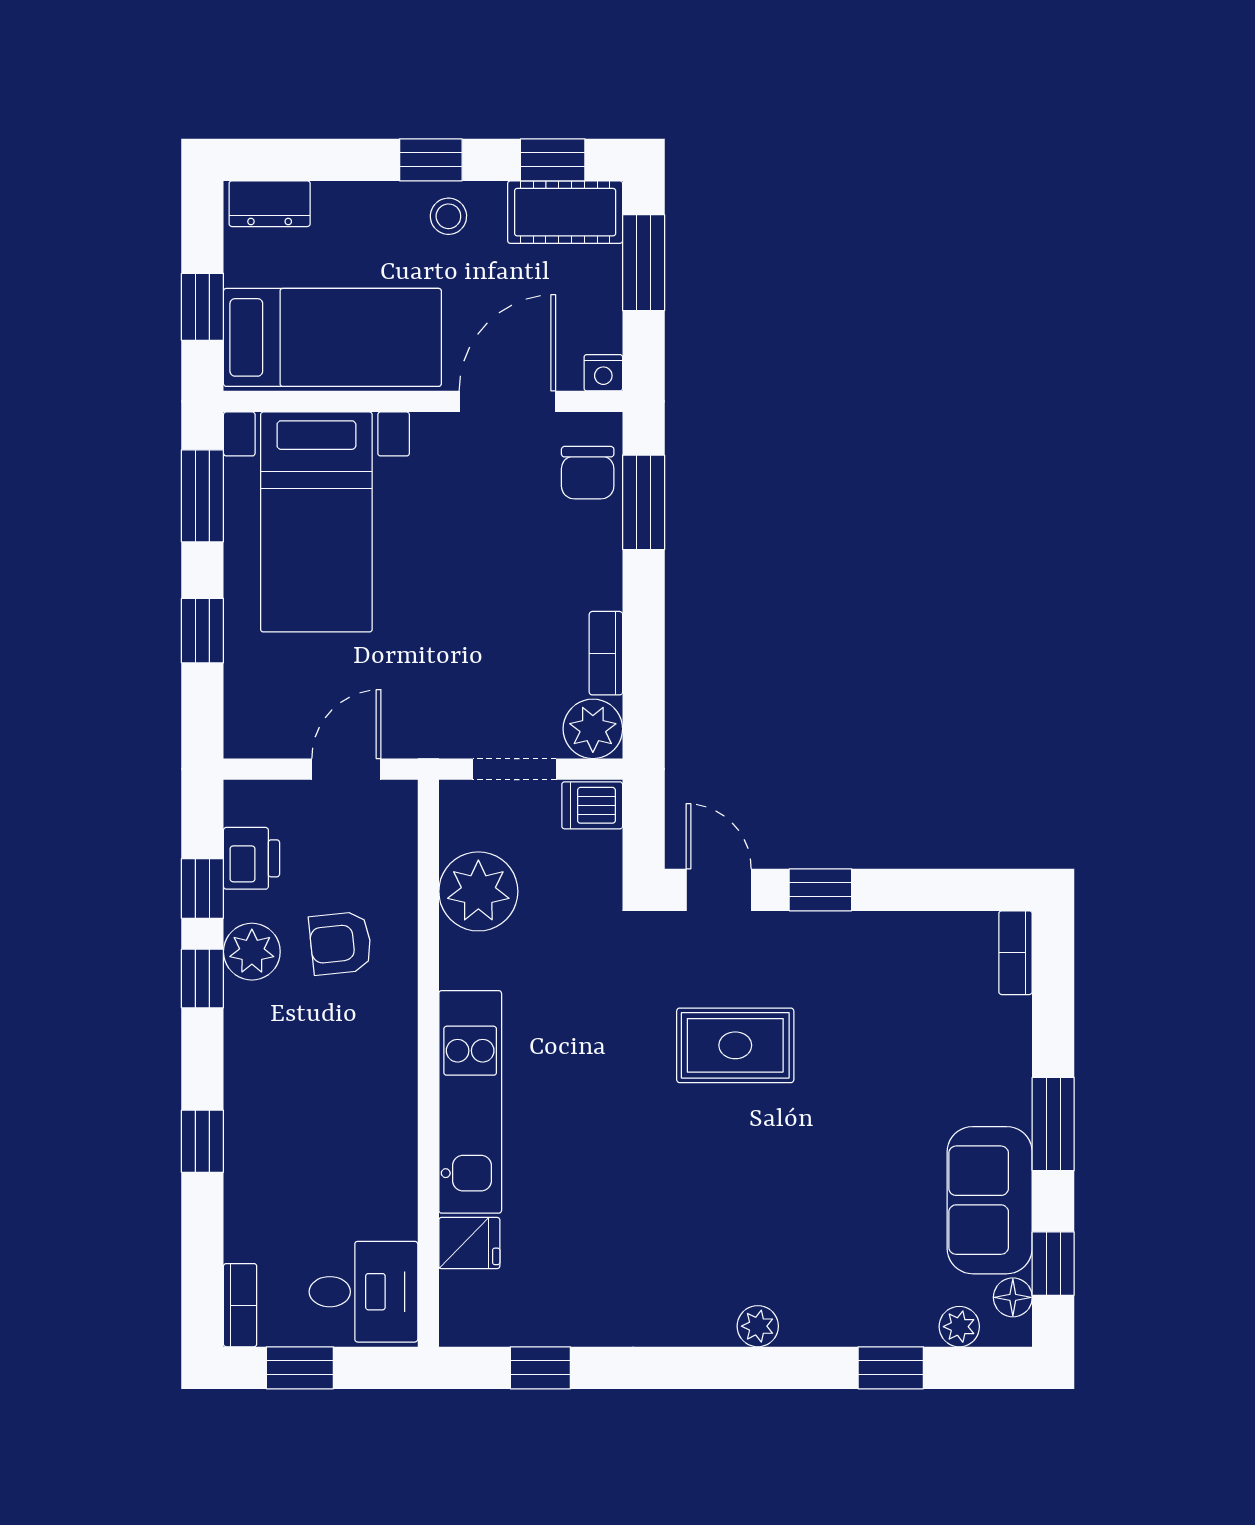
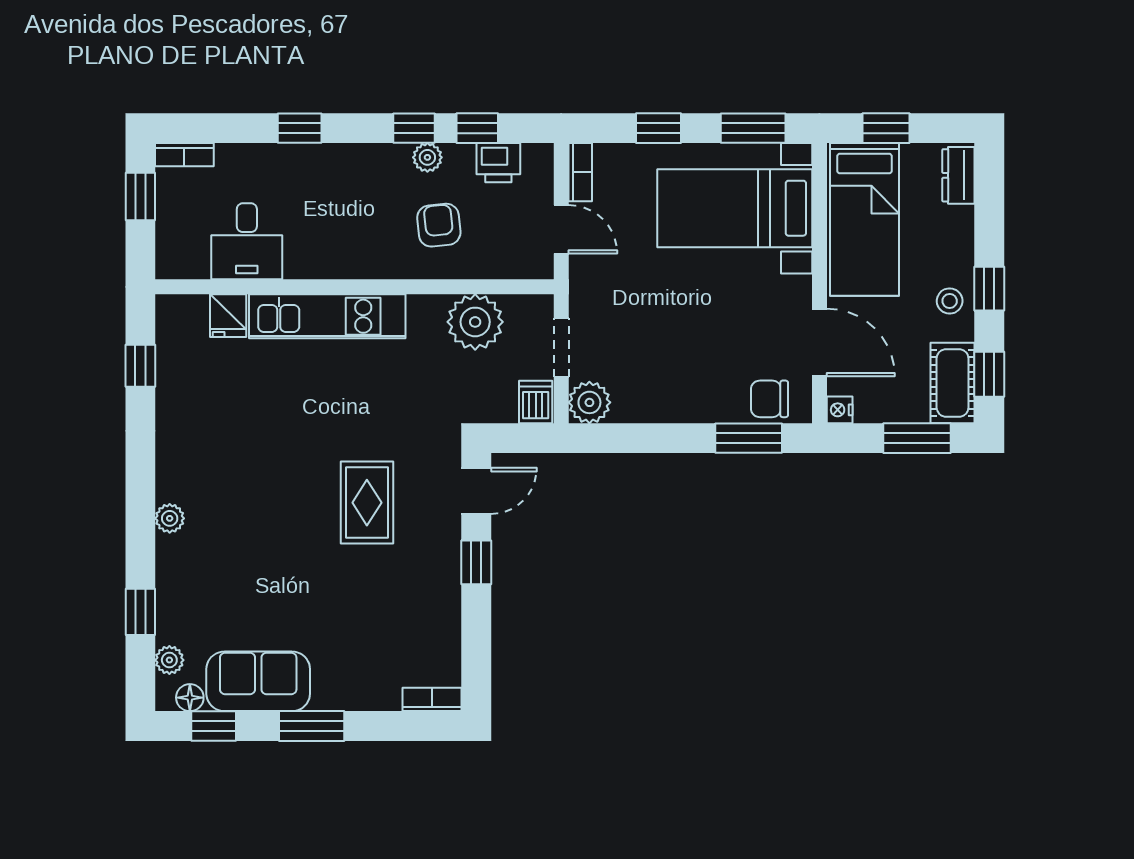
bookcase: (606, 653) -> (580, 172), moved, turned 90
plant: (252, 952) -> (427, 157), width x0.73, depth x0.73
desk: (363, 1292) -> (247, 241), moved

